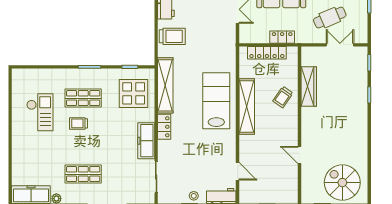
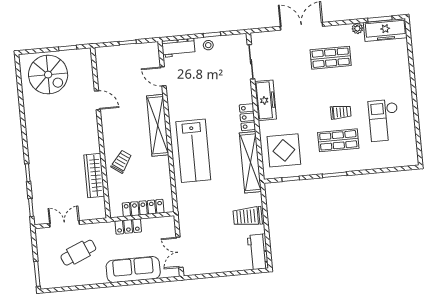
double door: (340, 45) -> (65, 224), swing flipped
shelving: (247, 106) -> (158, 125), moved

